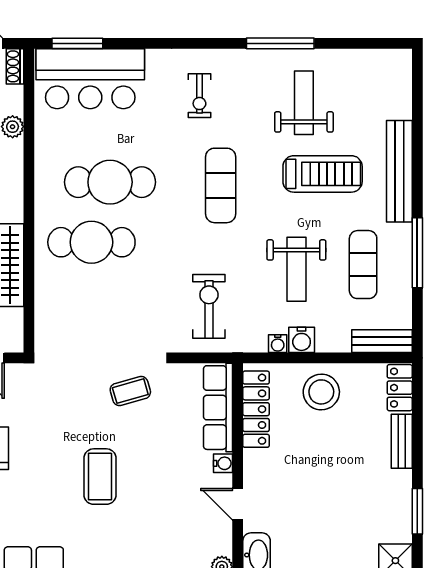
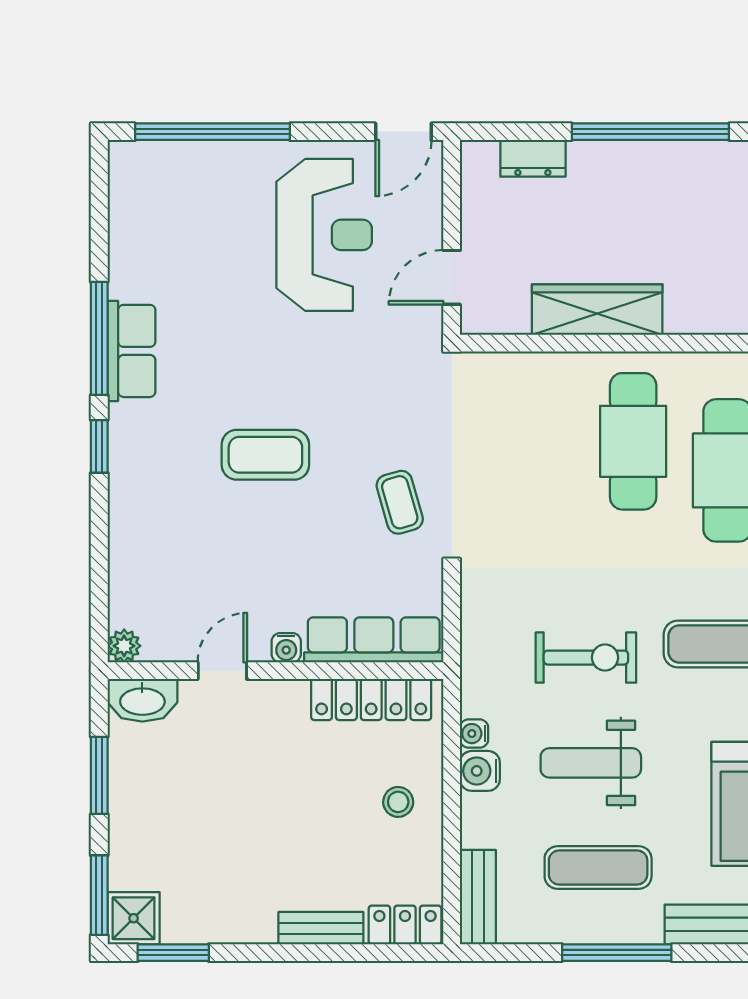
exercise bike: (209, 306) -> (586, 658), moved
stool: (321, 392) -> (398, 802), width x0.53, depth x0.53
window: (417, 511) -> (173, 953), moved

